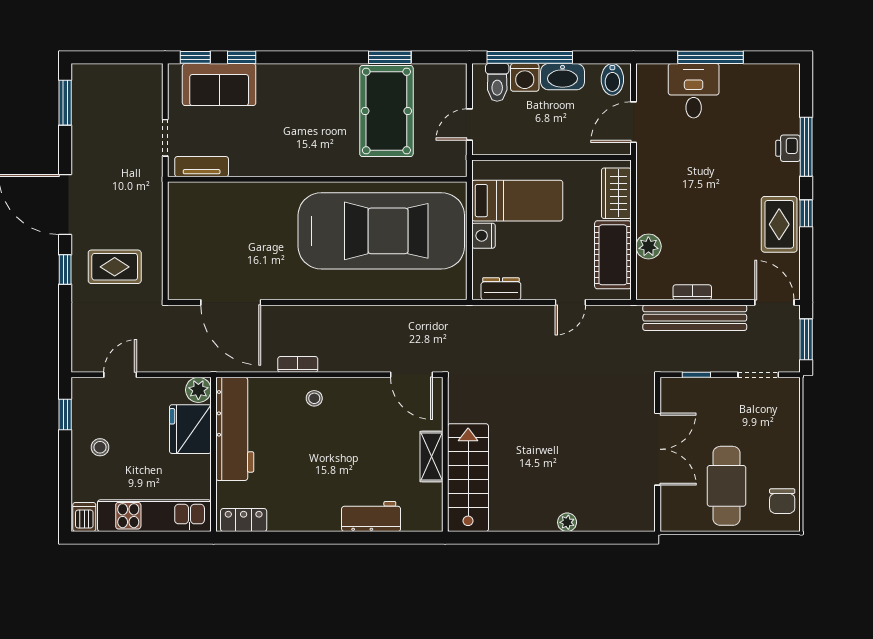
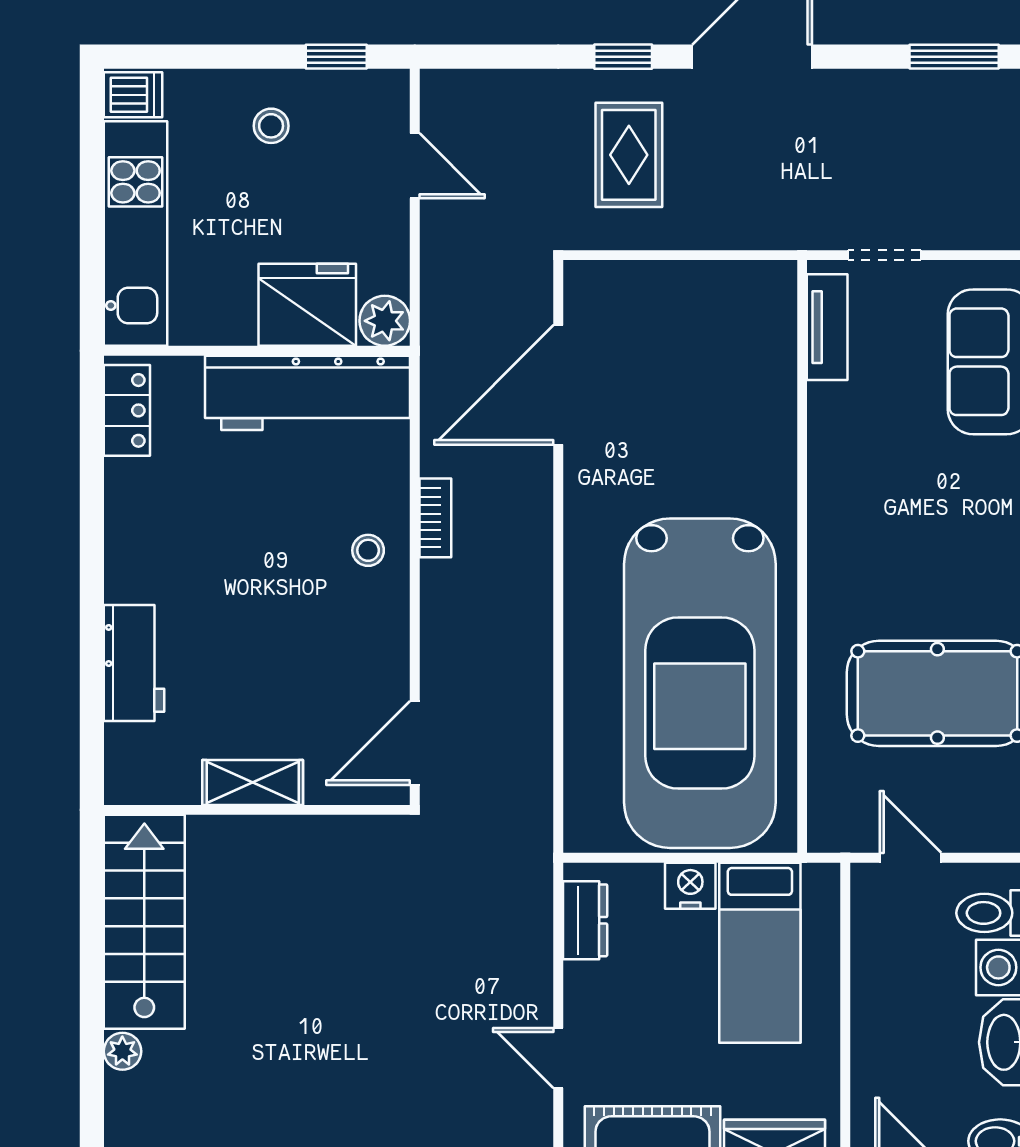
stairs: (468, 478) -> (144, 922), moved, turned -90

